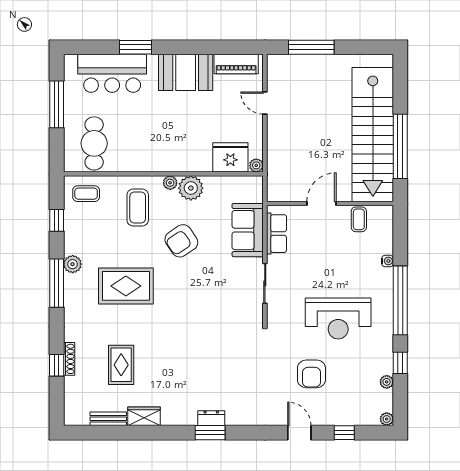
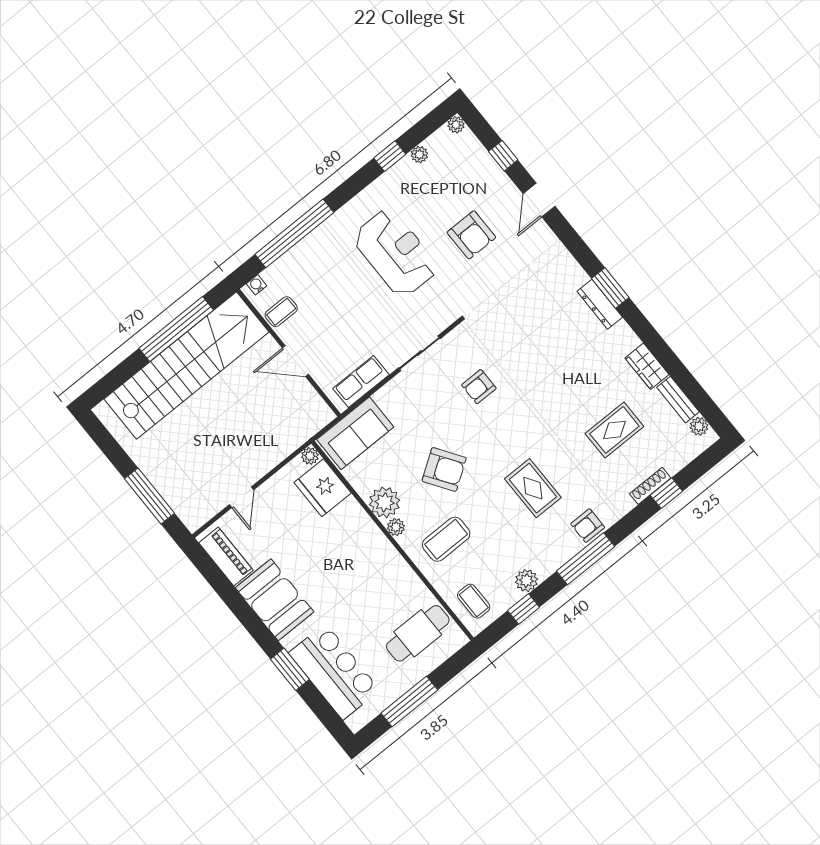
sofa: (248, 230) -> (355, 433), moved
water cooler: (387, 261) -> (257, 285), moved
plant: (73, 264) -> (526, 581), moved
rug: (126, 286) -> (533, 488), width x0.73, depth x0.70
window: (400, 300) -> (294, 233), moved
armchair: (76, 301) -> (588, 526), added
armchair: (215, 303) -> (479, 387), added
armchair: (311, 374) -> (471, 235), turned 90
plant: (81, 418) -> (699, 426), added
dresser: (211, 418) -> (600, 304), width x1.44

